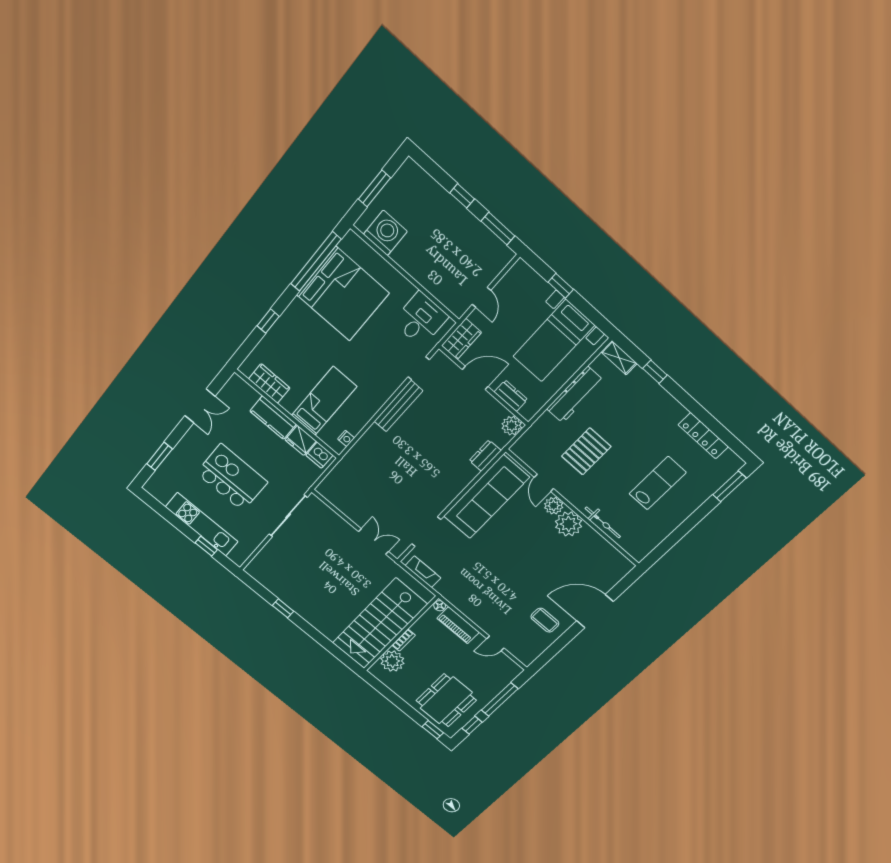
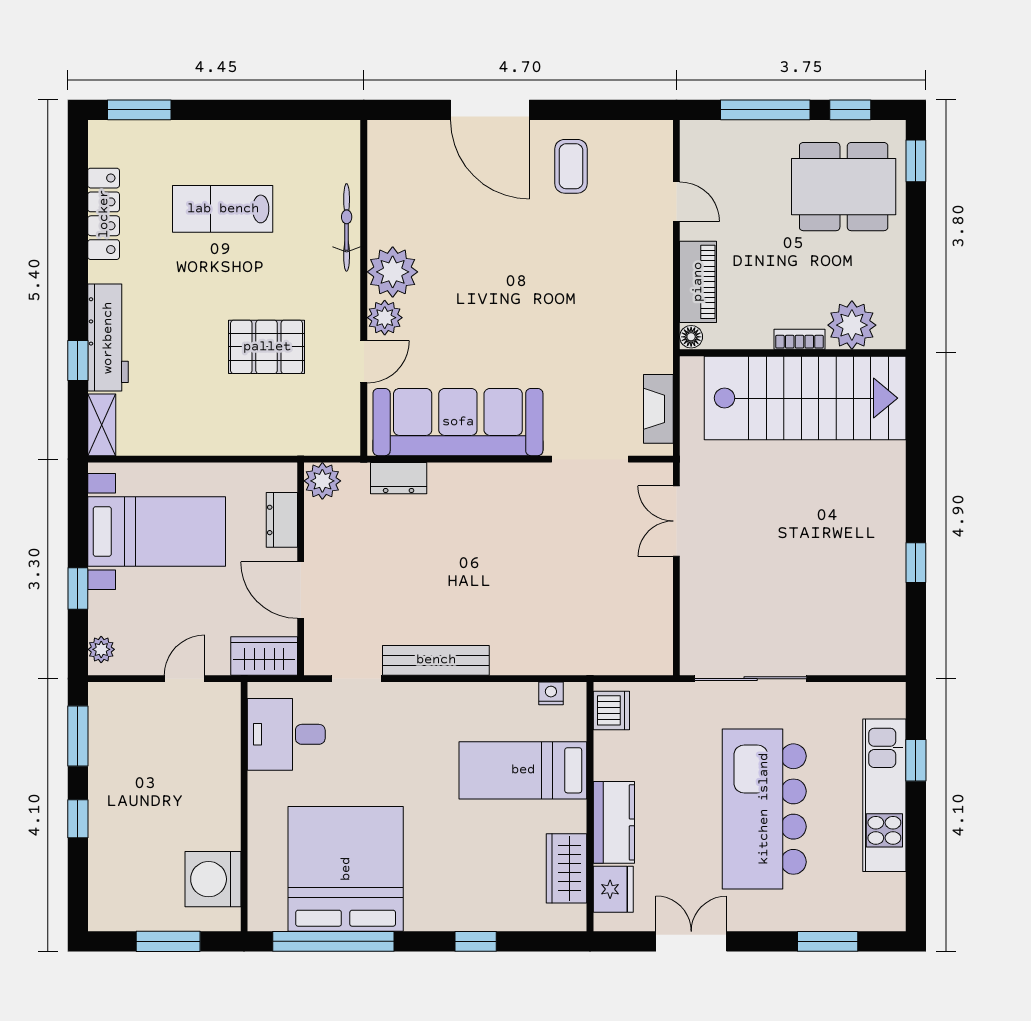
plant: (526, 273) -> (101, 649), added
workbench: (575, 395) -> (108, 338), moved, turned 90
fridge: (301, 440) -> (613, 889), moved
kitchen island: (232, 478) -> (764, 809), width x1.37

